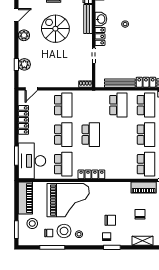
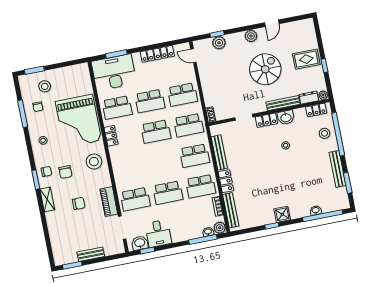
door: (16, 15) -> (272, 23), hinge flipped
school desk: (91, 105) -> (189, 125), added
locker: (91, 174) -> (111, 136), width x0.66
piano: (25, 198) -> (71, 73), removed
stool: (64, 231) -> (94, 162), moved
shelving: (142, 241) -> (47, 199), moved

